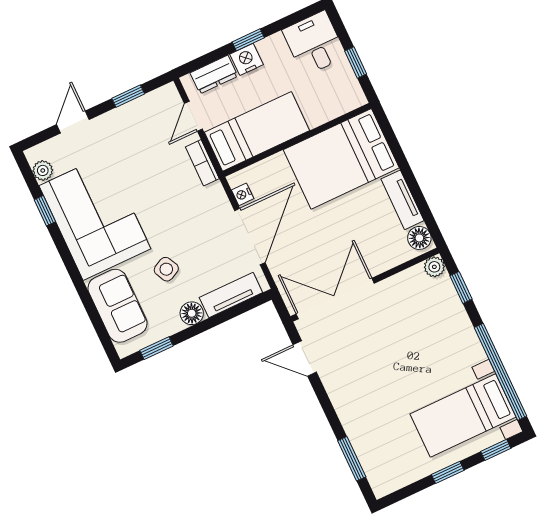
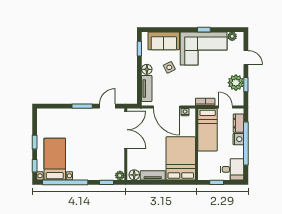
window: (248, 40) -> (246, 143), width x3.17
plant: (134, 119) -> (236, 83), added
window: (45, 211) -> (204, 30), moved
window: (352, 459) -> (82, 106), moved

